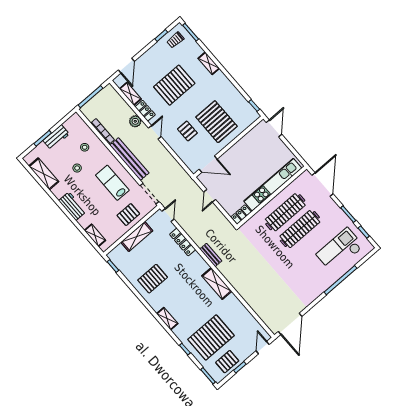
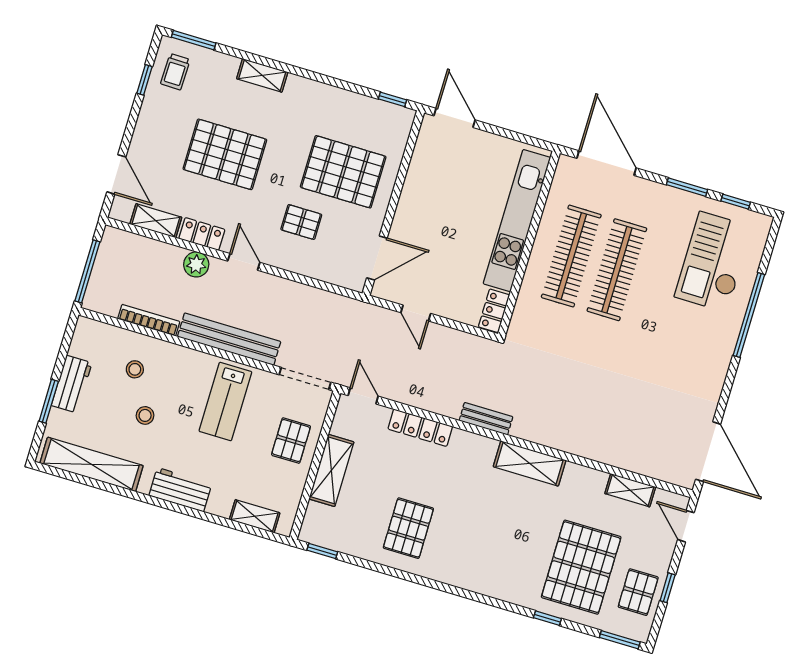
pallet: (174, 85) -> (225, 154), turned 90
shelving: (44, 174) -> (92, 464), width x1.47
lab bench: (112, 183) -> (225, 402), turned -90
shelving: (167, 319) -> (630, 490), moved

